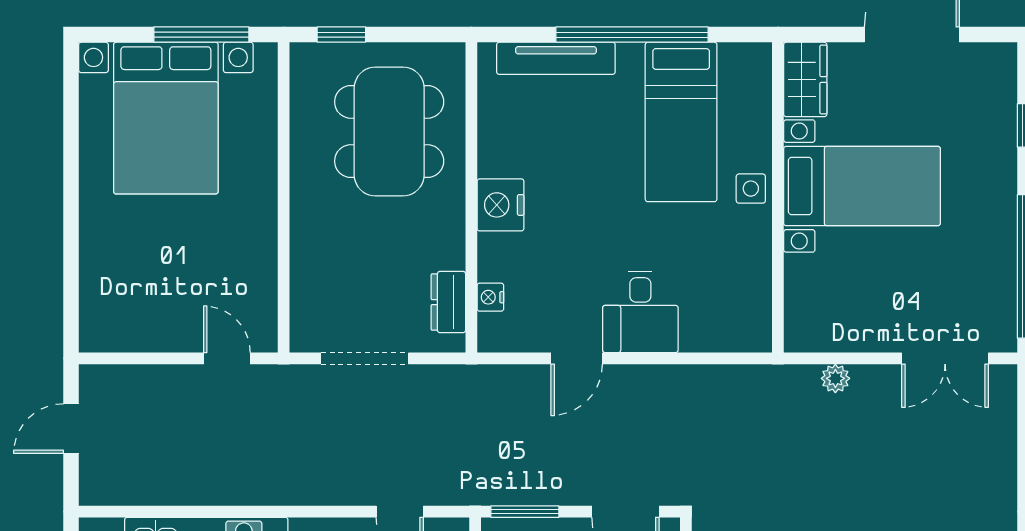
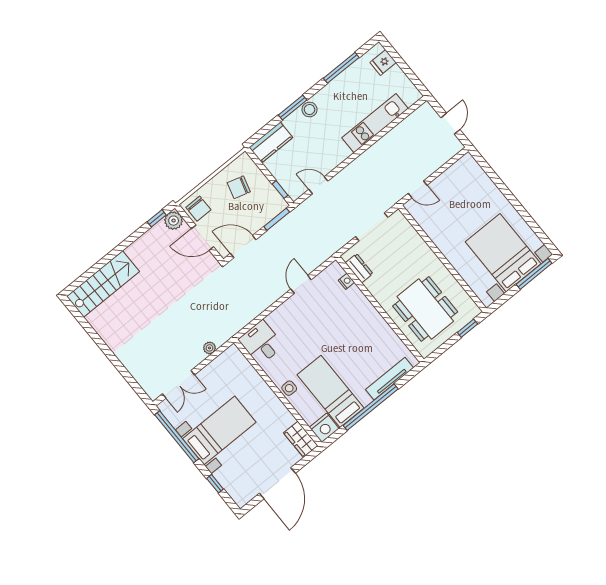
window: (201, 35) -> (534, 274), moved
bed with nightstands: (862, 186) -> (219, 430), moved, turned 180
nightstand: (500, 205) -> (324, 428), moved, turned 90
desk: (640, 312) -> (261, 343), moved
double door: (945, 358) -> (178, 384), swing flipped

